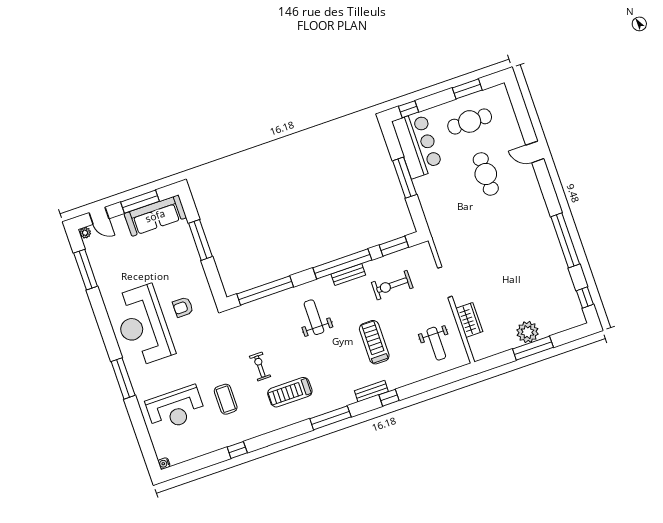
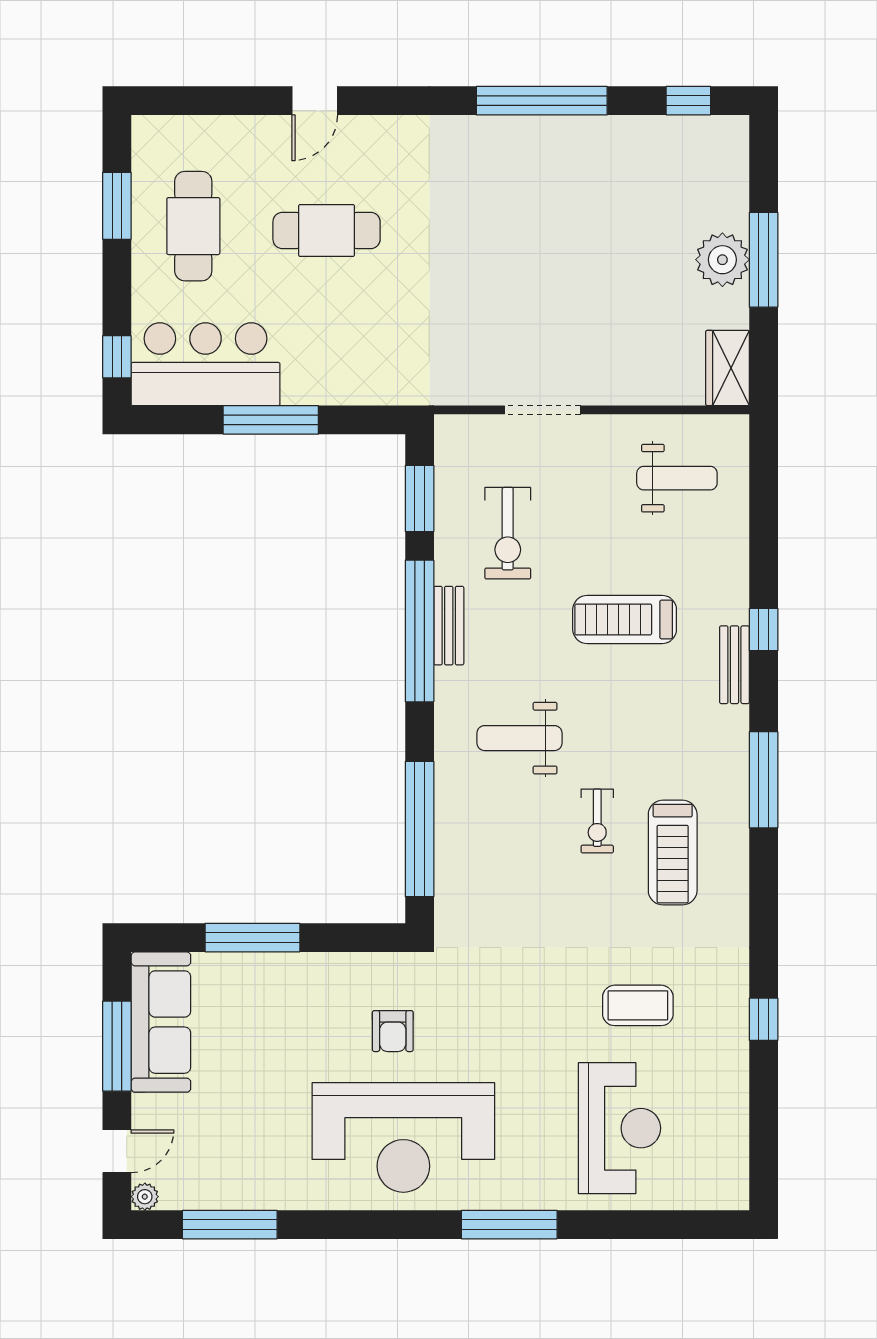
wardrobe: (469, 320) -> (728, 368), moved, turned -90
exercise bike: (260, 366) -> (597, 821), moved, turned -90
water cooler: (164, 463) -> (737, 1198), removed

